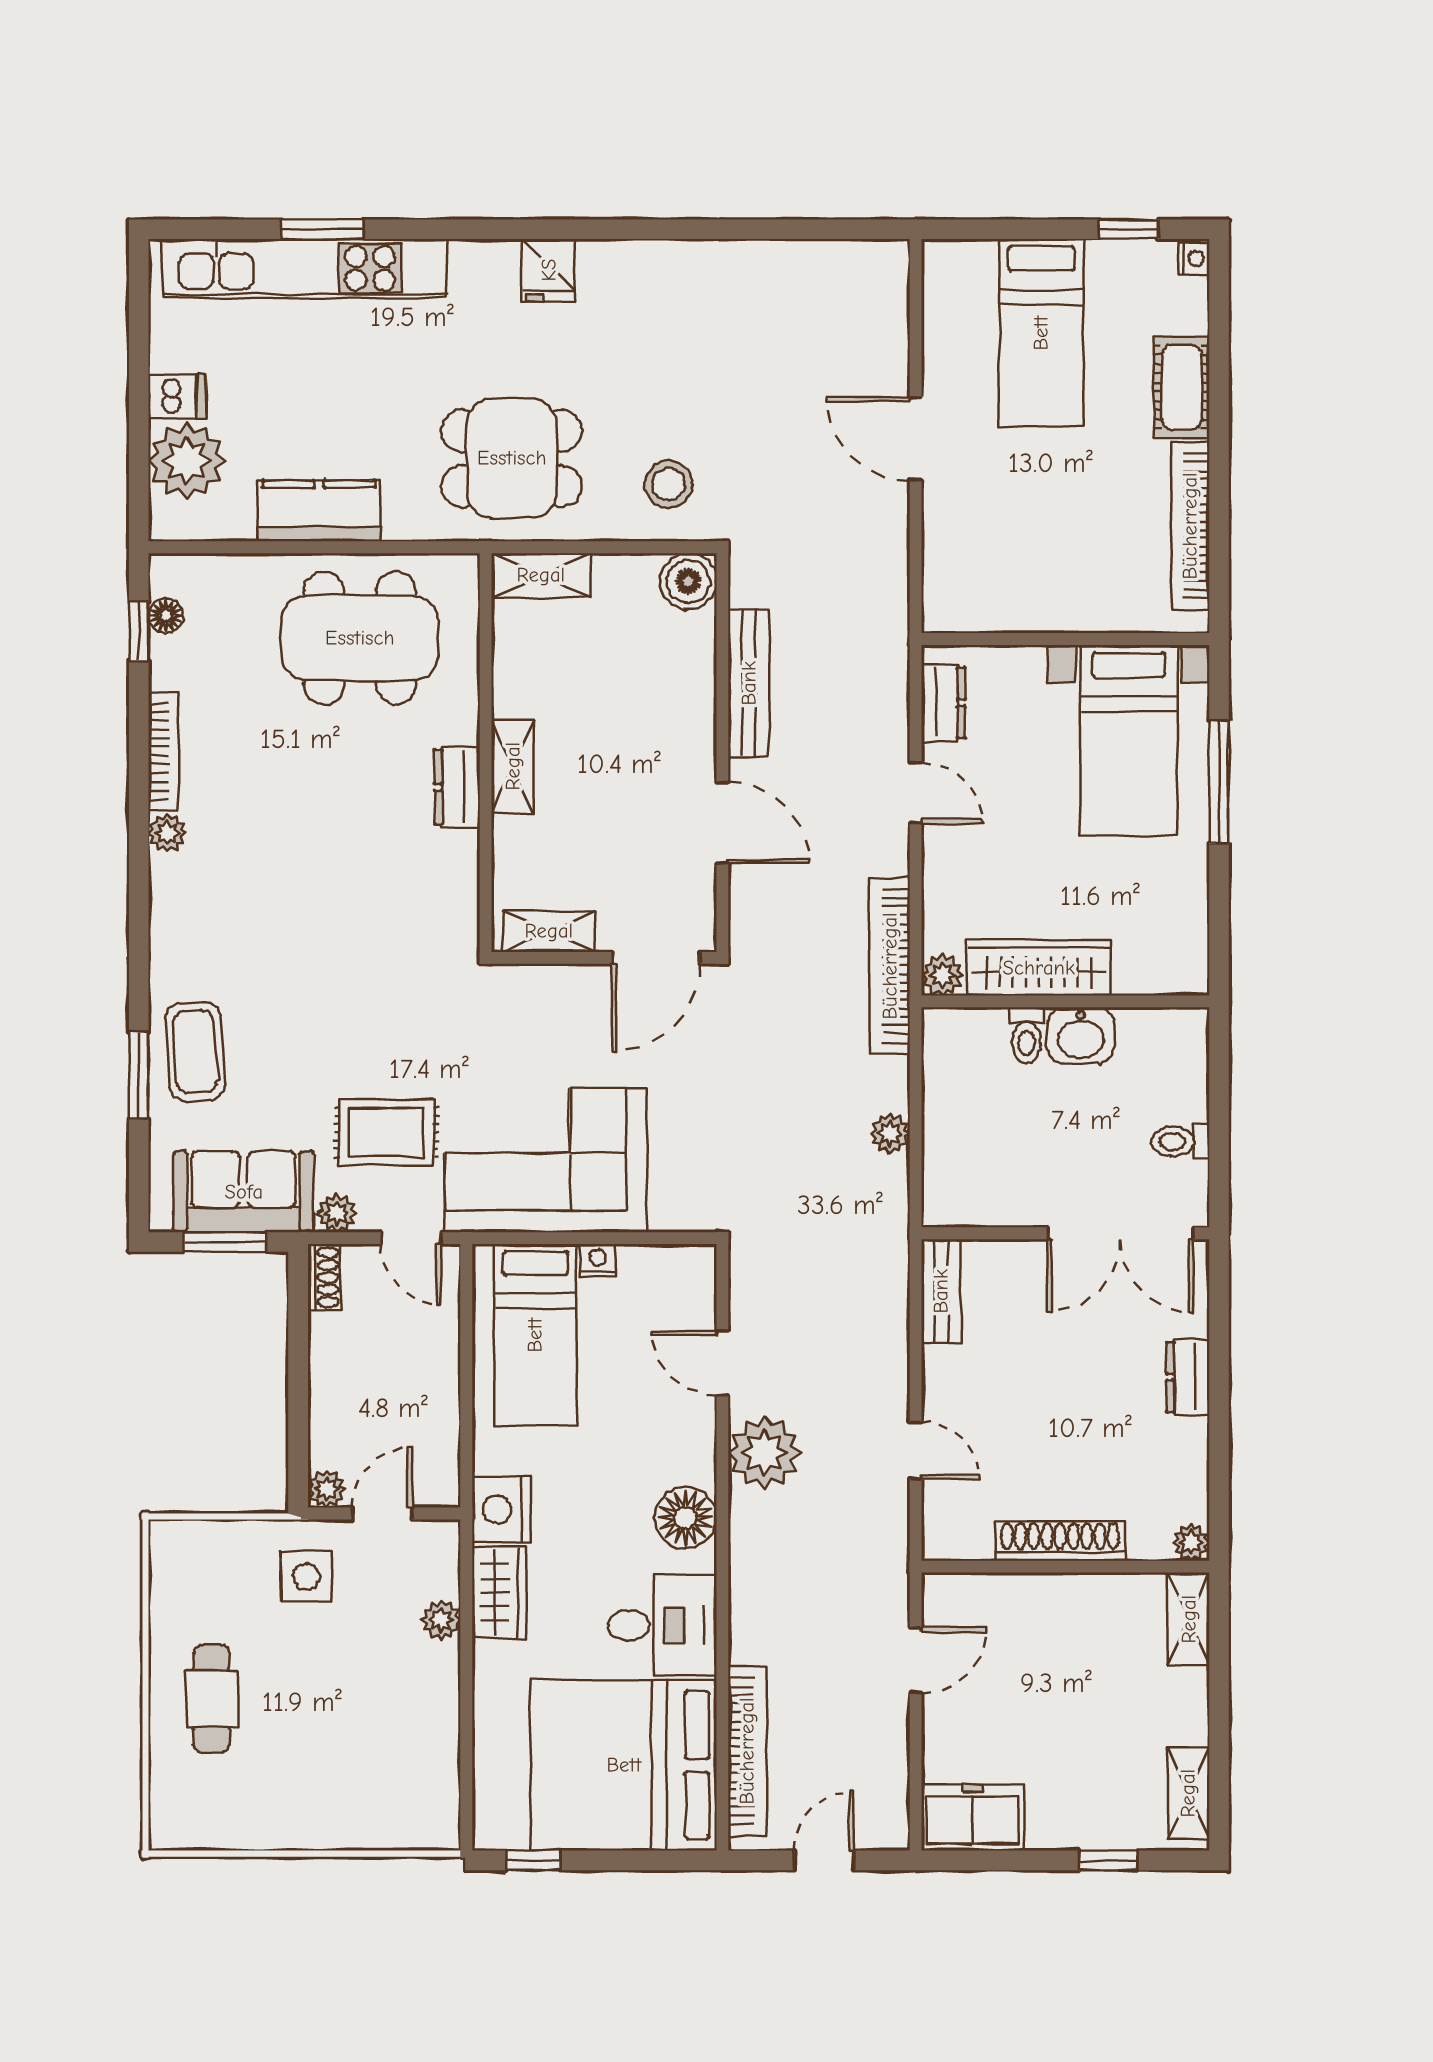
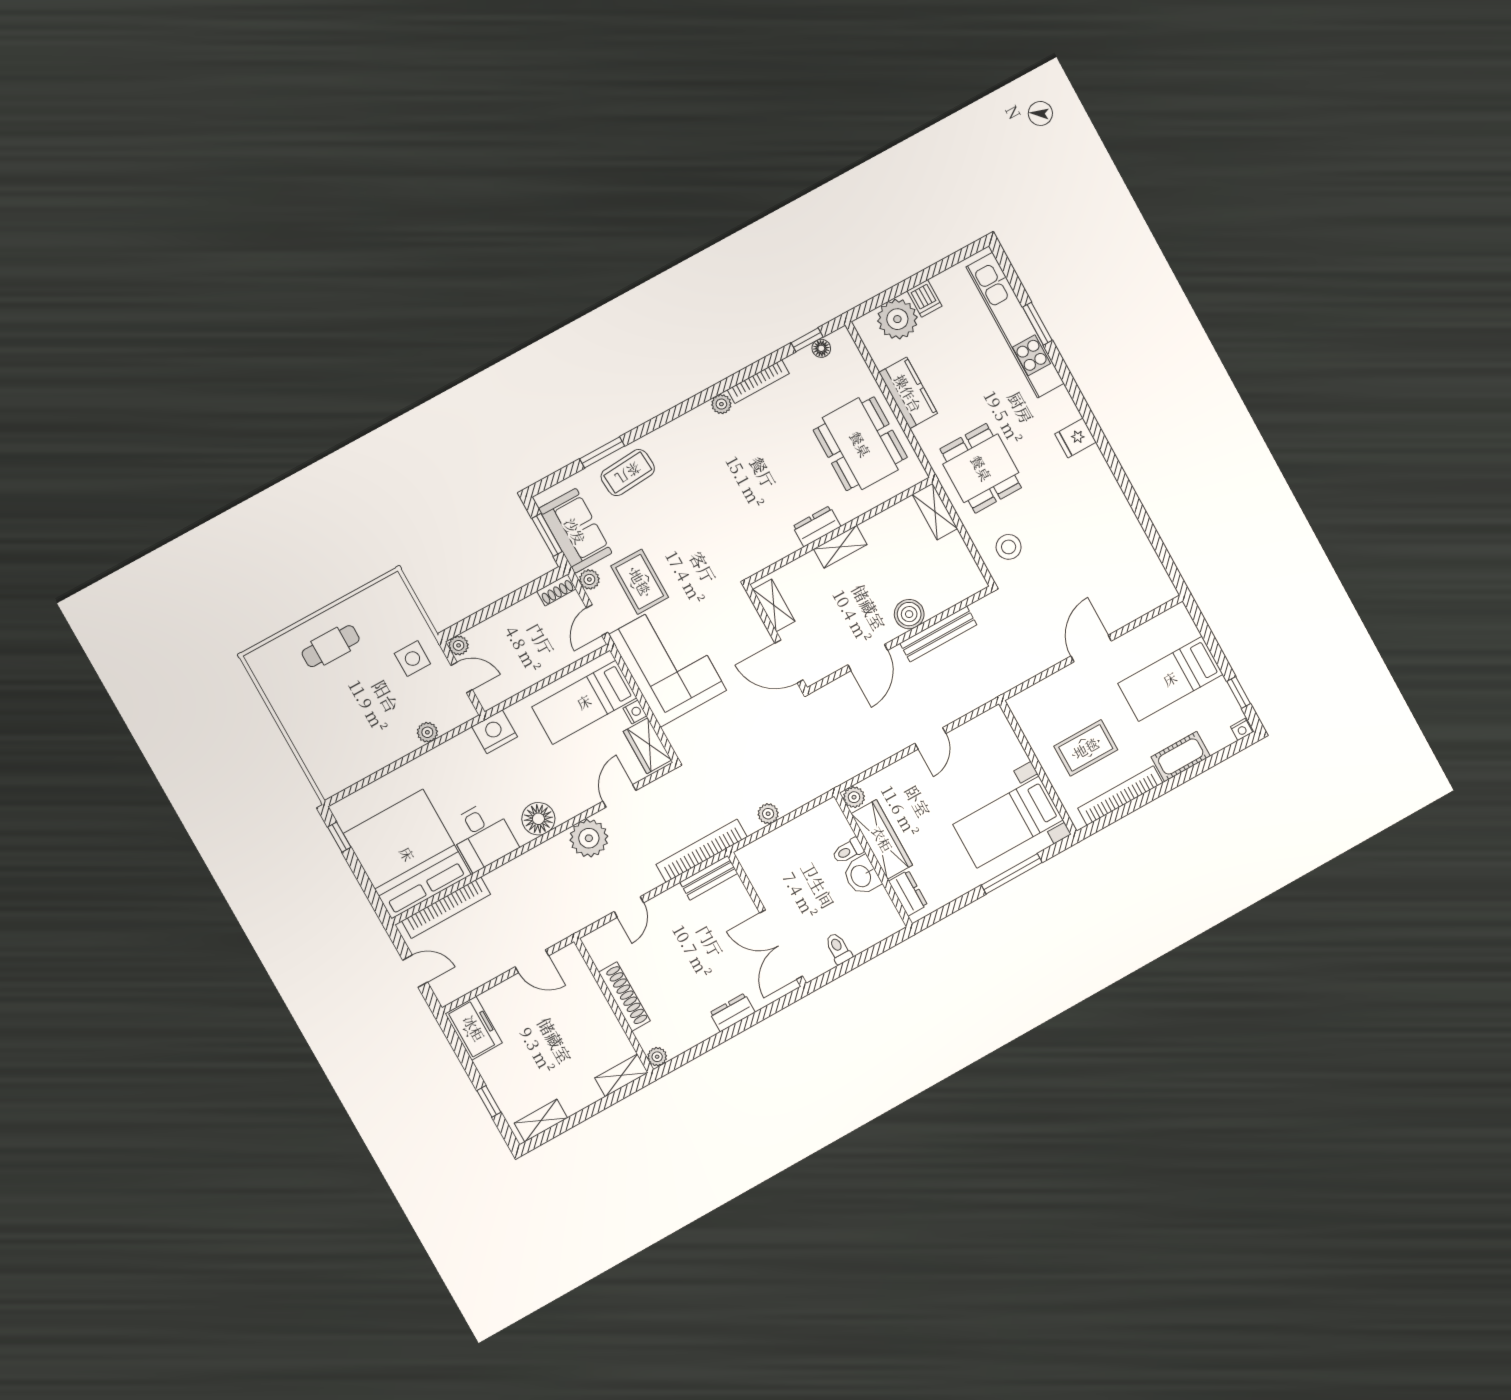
rug: (1078, 540) -> (1086, 748), added
boiler: (688, 581) -> (909, 614), moved
dresser: (943, 703) -> (908, 893), moved, turned -90
bookcase: (890, 966) -> (702, 851), moved
wardrobe: (499, 1593) -> (647, 746), moved, turned 90

